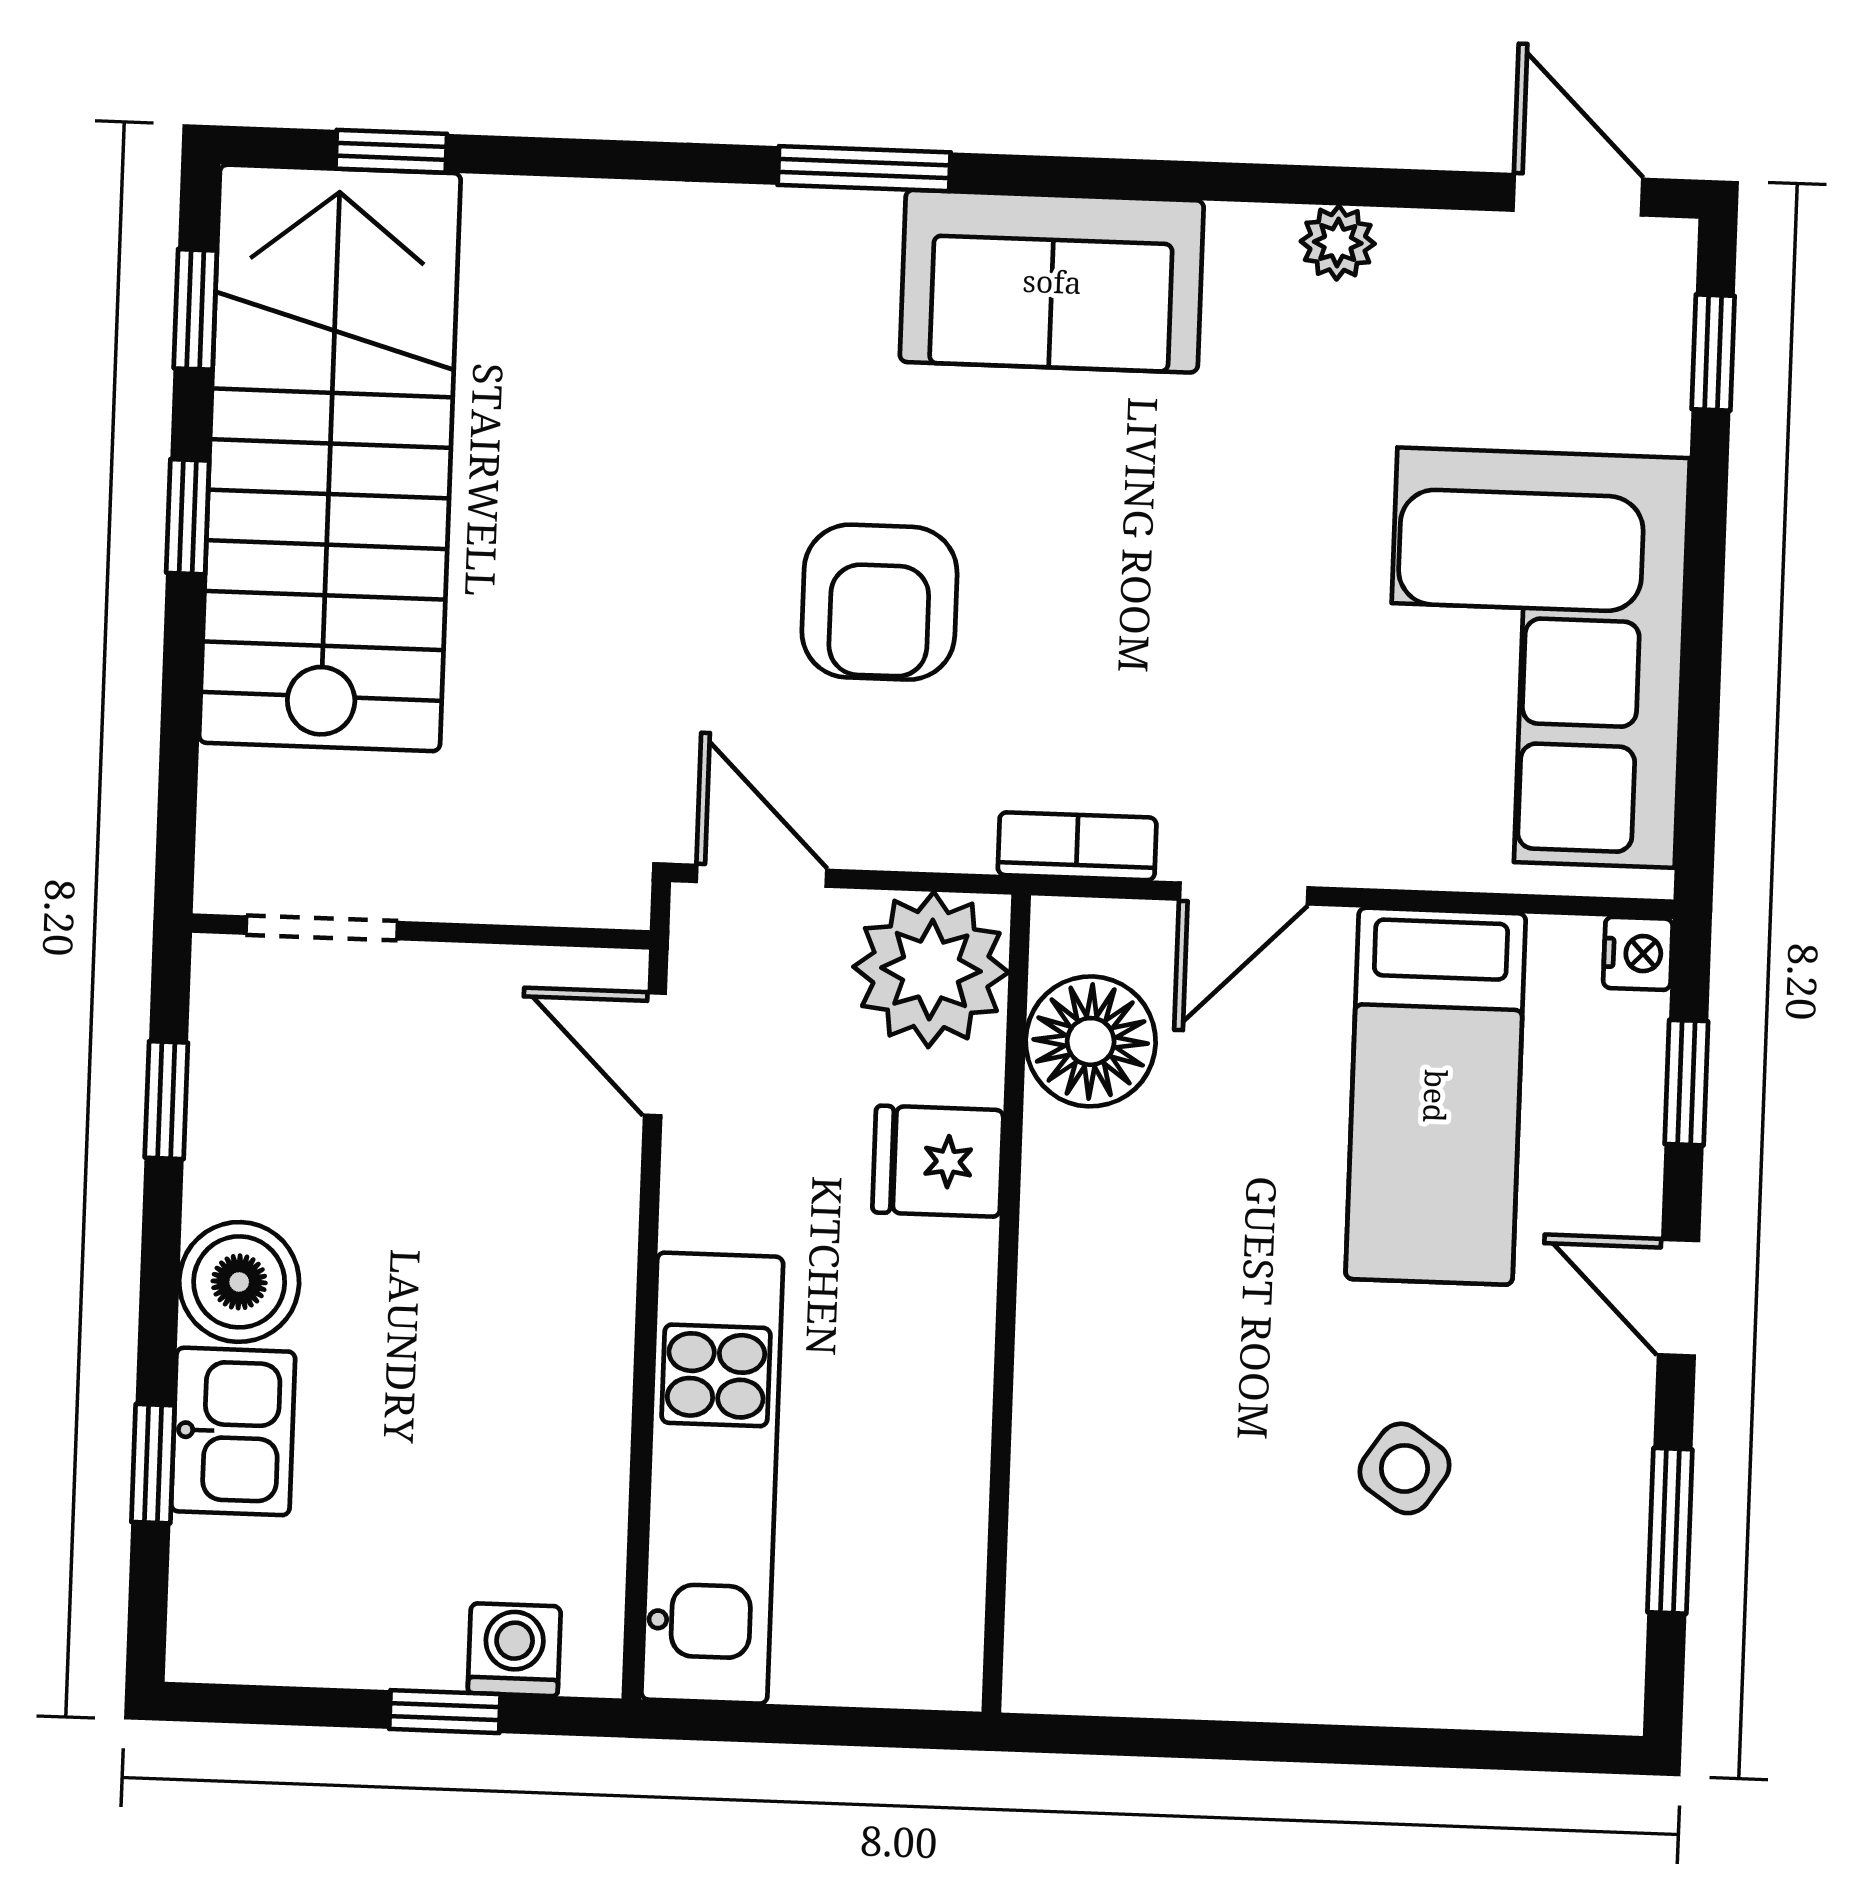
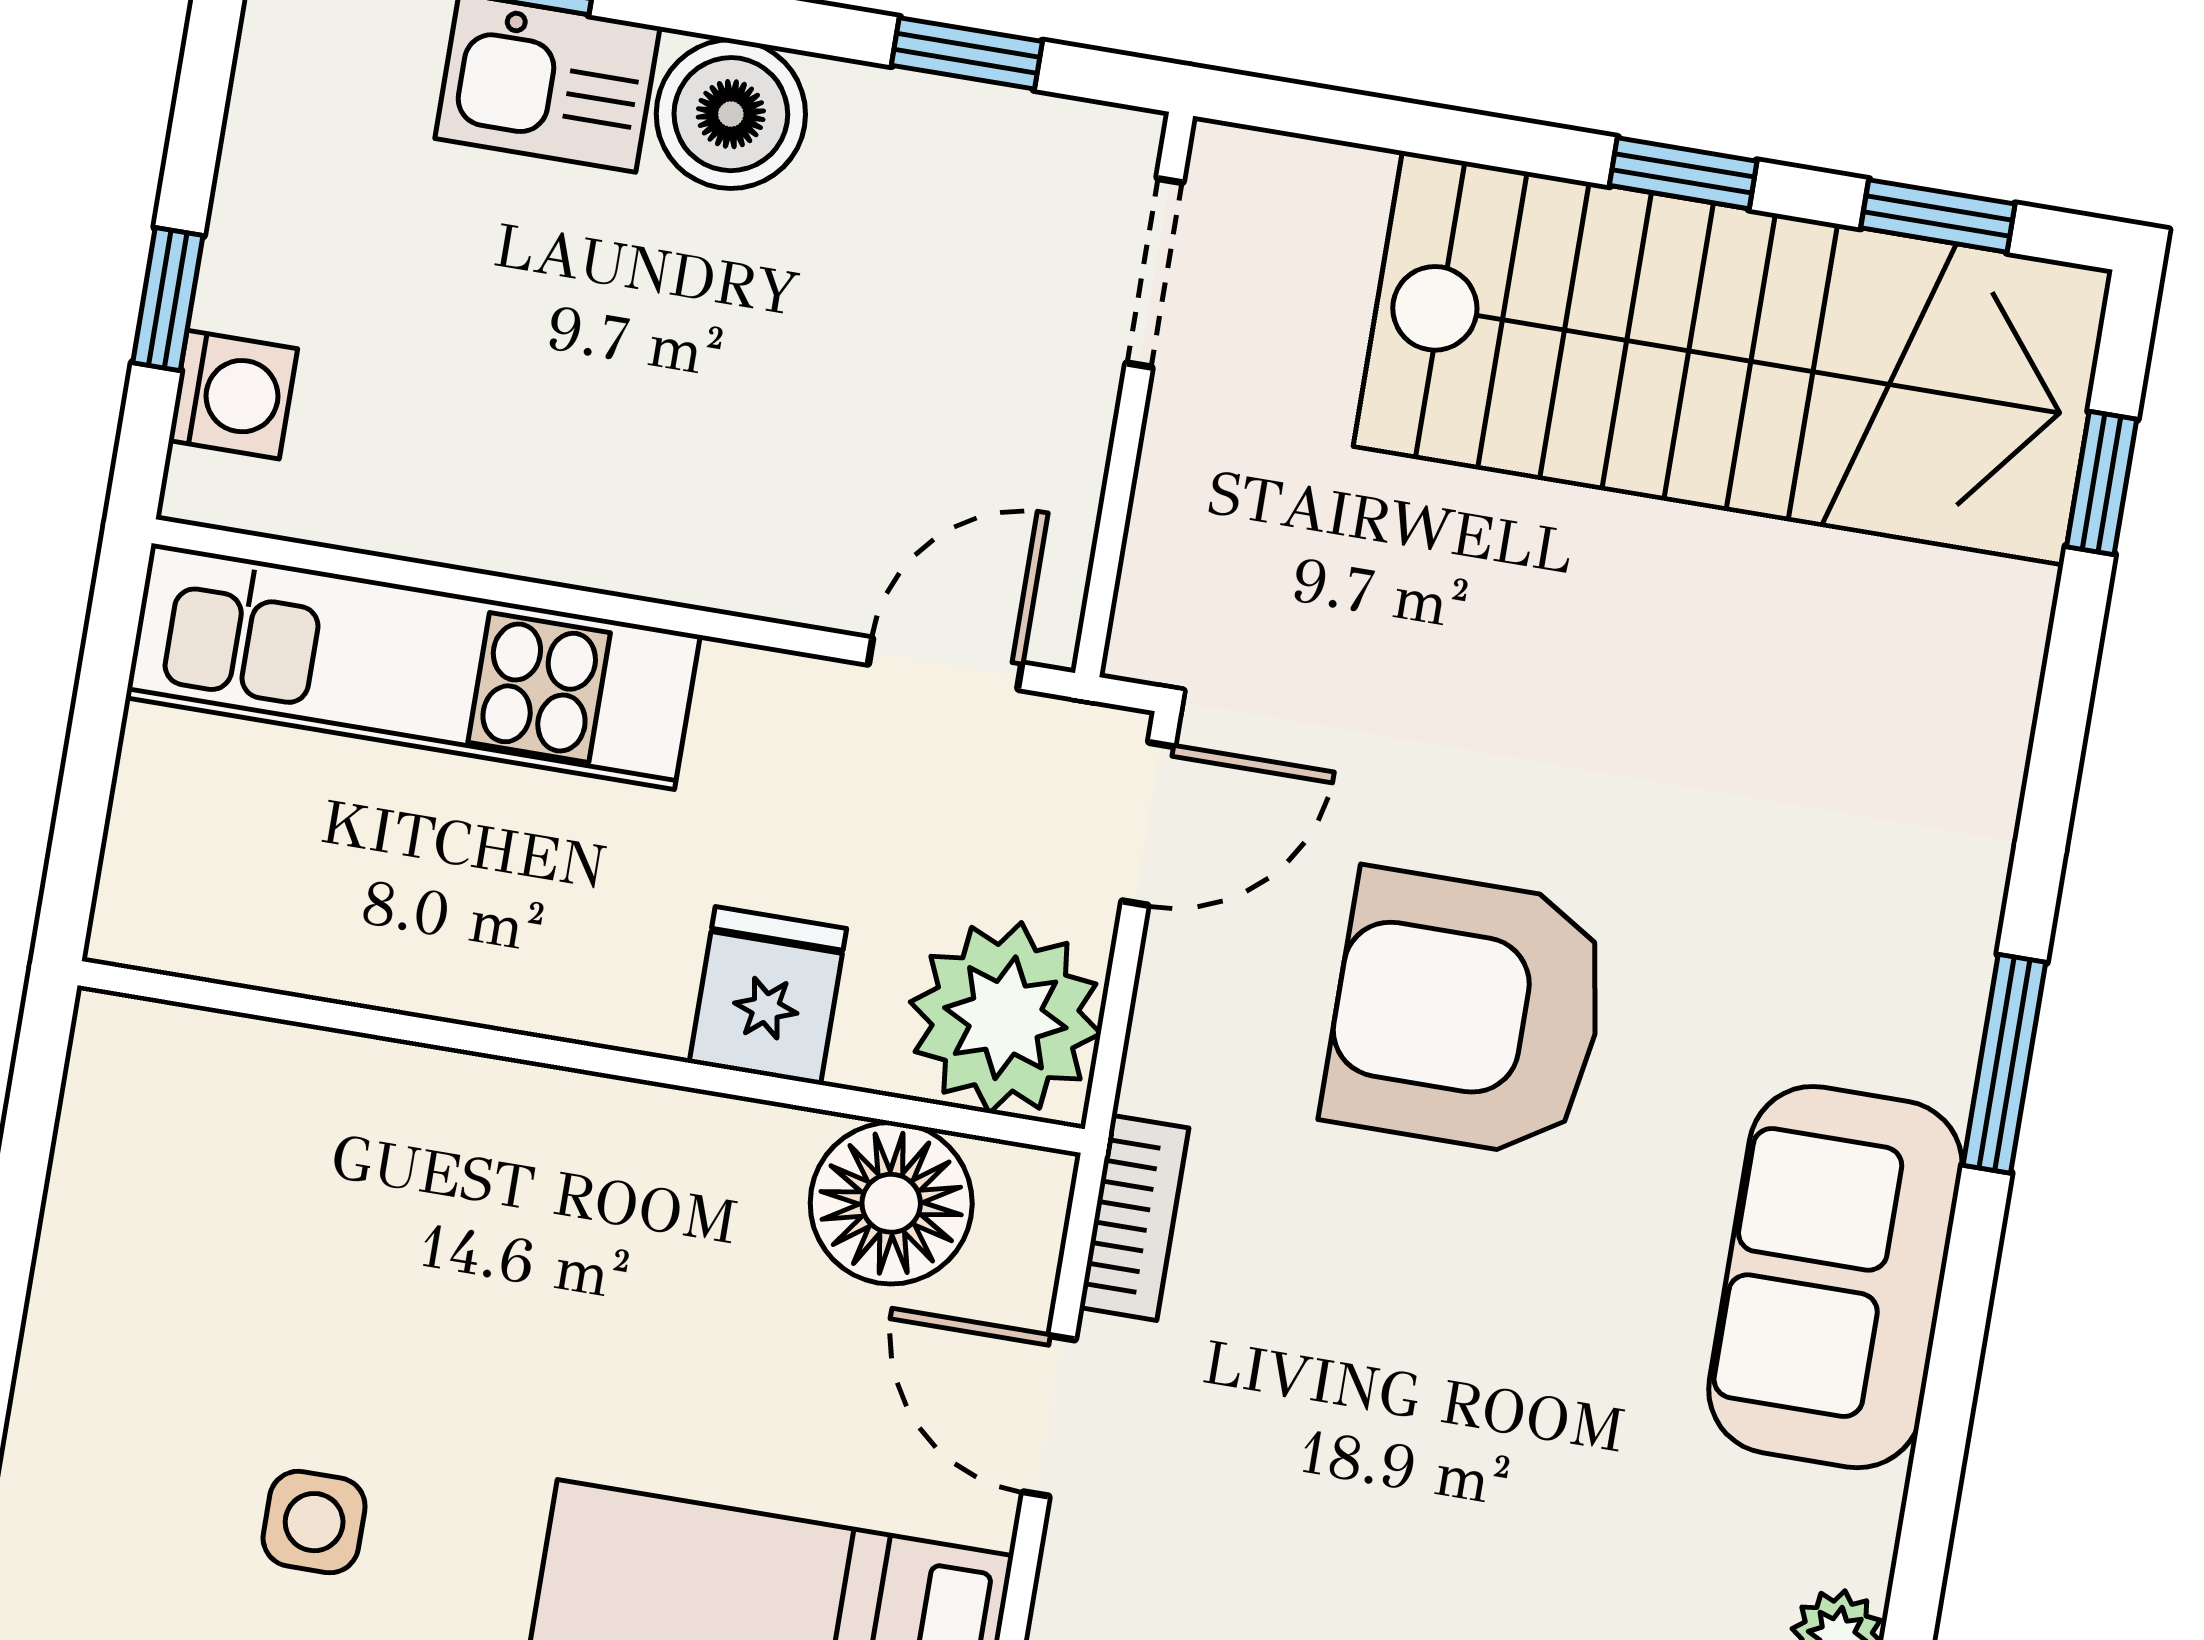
armchair: (879, 602) -> (1467, 1013), width x1.36, depth x1.36
side table: (1404, 1468) -> (314, 1522), turned -34

